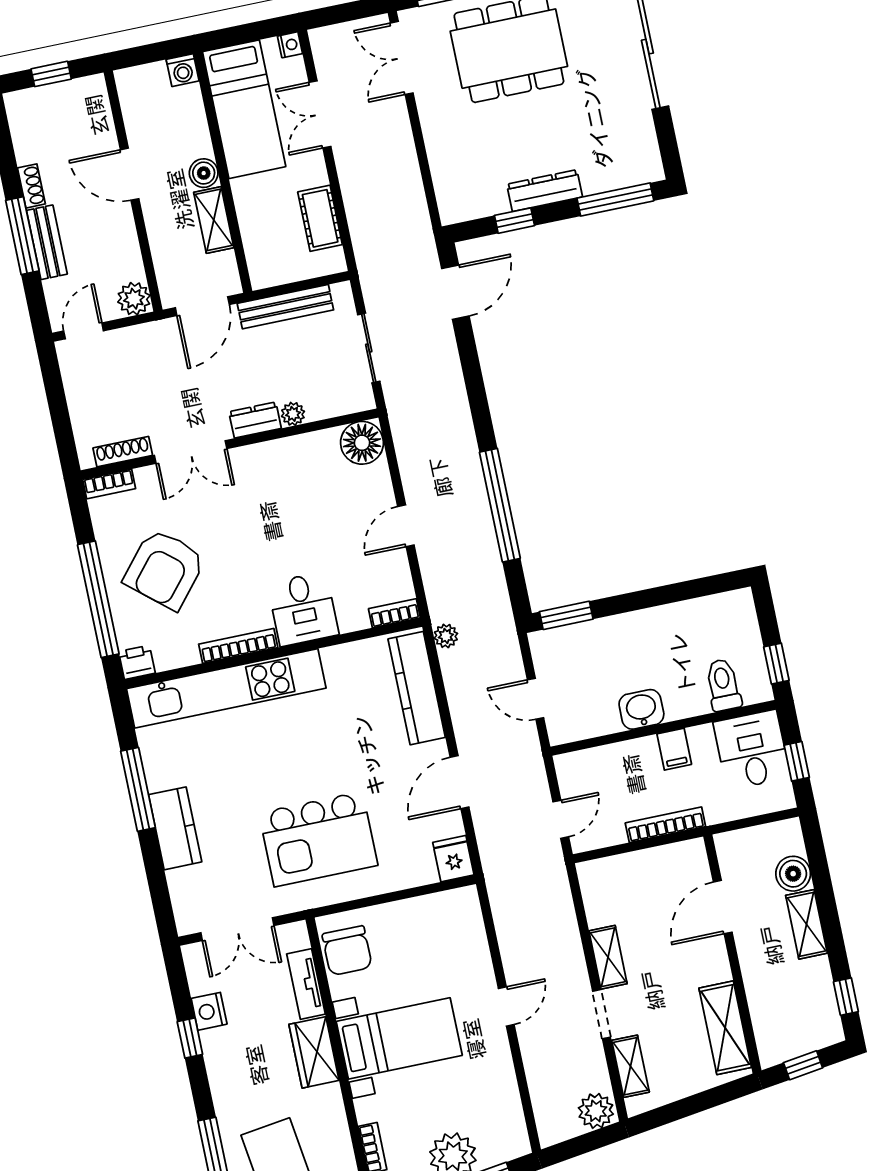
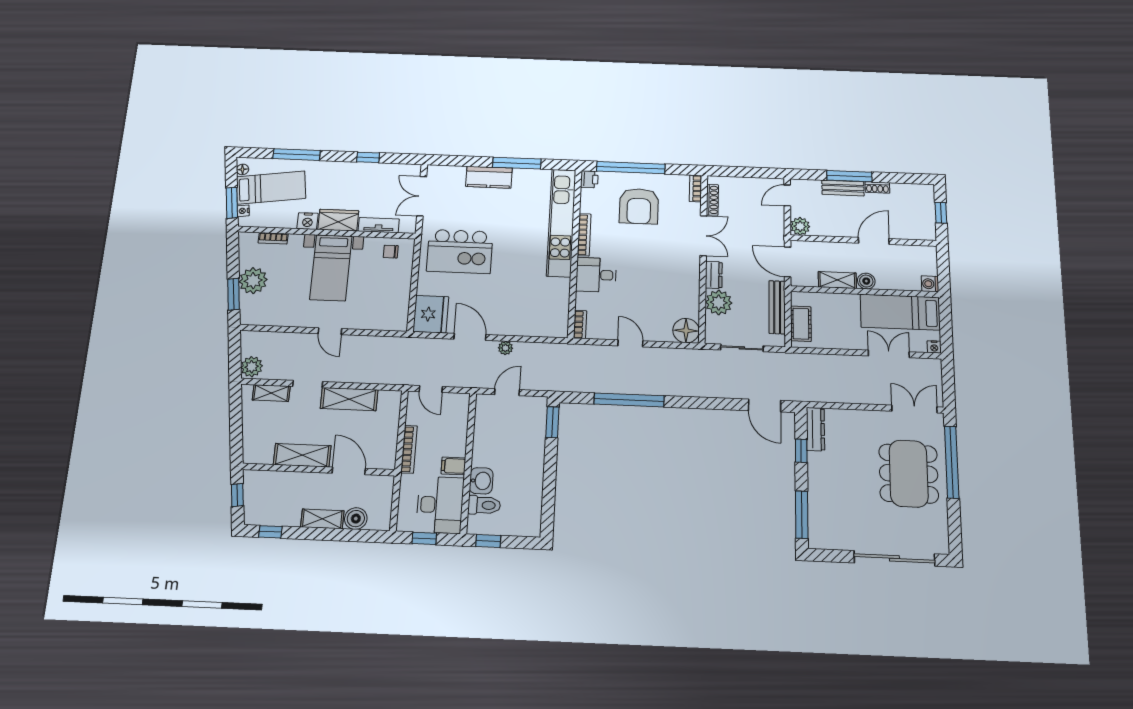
dresser: (545, 191) -> (815, 429), moved
cot: (320, 218) -> (801, 324), moved, turned 90
door: (84, 331) -> (787, 195), swing flipped
plant: (293, 414) -> (719, 303), width x1.88, depth x1.88
double door: (191, 452) -> (703, 236), swing flipped
armchair: (165, 569) -> (639, 206), turned -130
plant: (446, 636) -> (505, 348), moved
kitchen counter: (417, 688) -> (532, 326), removed
washbasin: (641, 709) -> (481, 481), moved
desk: (752, 750) -> (440, 505), width x1.37
kitchen island: (318, 839) -> (460, 251), turned -90
fridge: (453, 859) -> (431, 314), width x1.88, depth x1.34
chair: (347, 951) -> (391, 252), width x0.54, depth x0.54
shelving: (608, 957) -> (349, 399), width x1.50, depth x1.33
nightstand: (209, 1011) -> (308, 221), moved, turned 180
shelving: (725, 1028) -> (302, 455), moved

